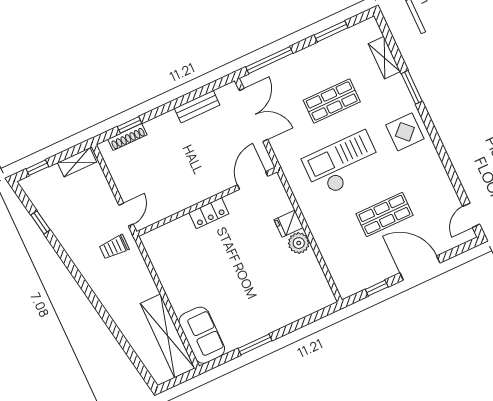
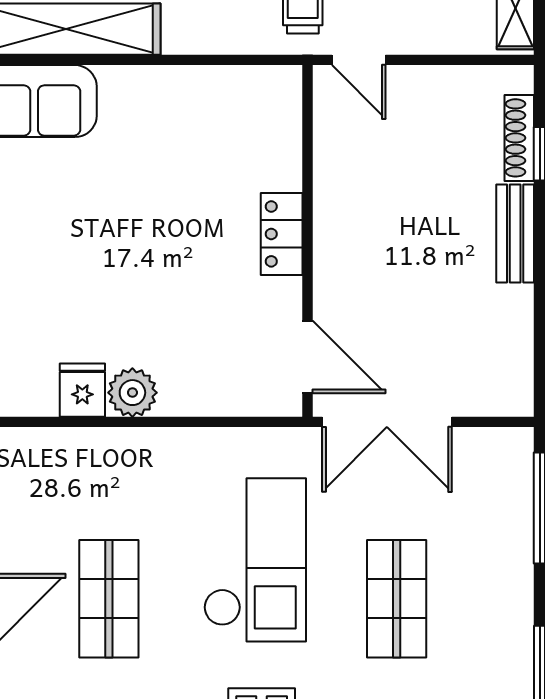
bench: (197, 107) -> (515, 234), moved
double door: (253, 115) -> (387, 422), moved
fridge: (289, 224) -> (82, 390), moved

